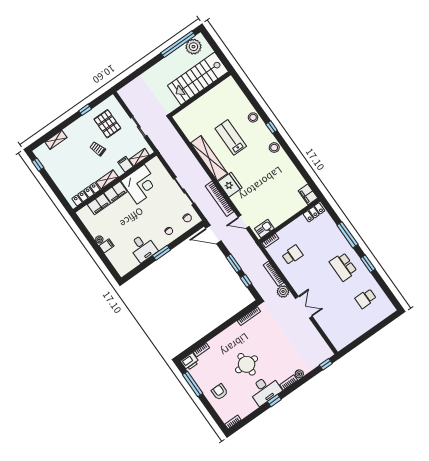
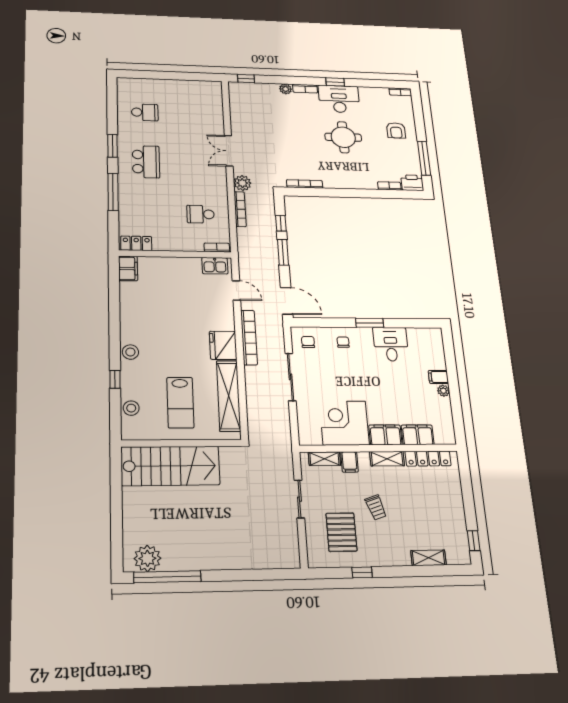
stairs: (198, 79) -> (170, 466), moved
wall: (200, 94) -> (182, 443), moved

